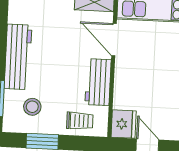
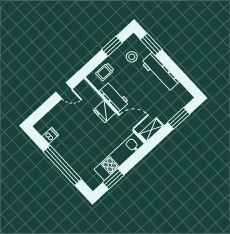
fridge: (124, 124) -> (104, 112), moved

